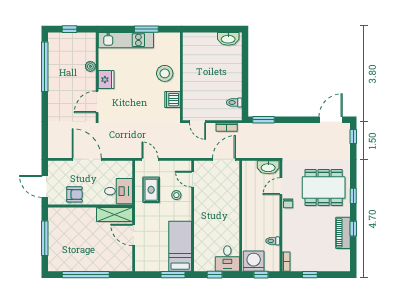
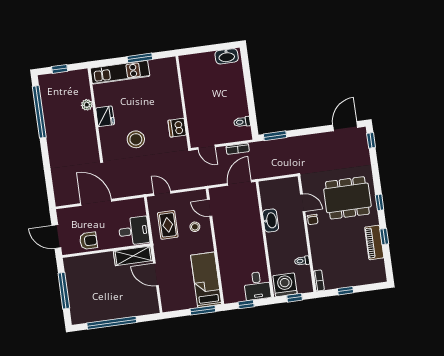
stool: (165, 73) -> (136, 139), moved
door: (97, 102) -> (99, 141), removed
washbasin: (268, 167) -> (271, 220), moved, turned -90
door: (281, 186) -> (303, 203), swing flipped

